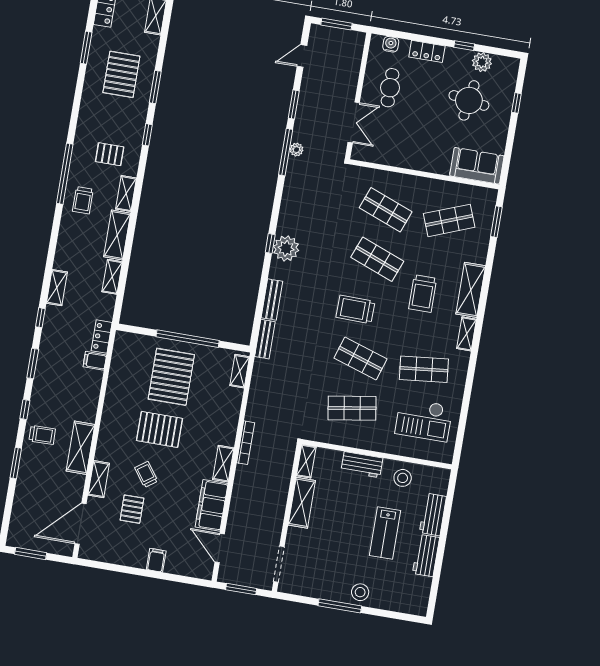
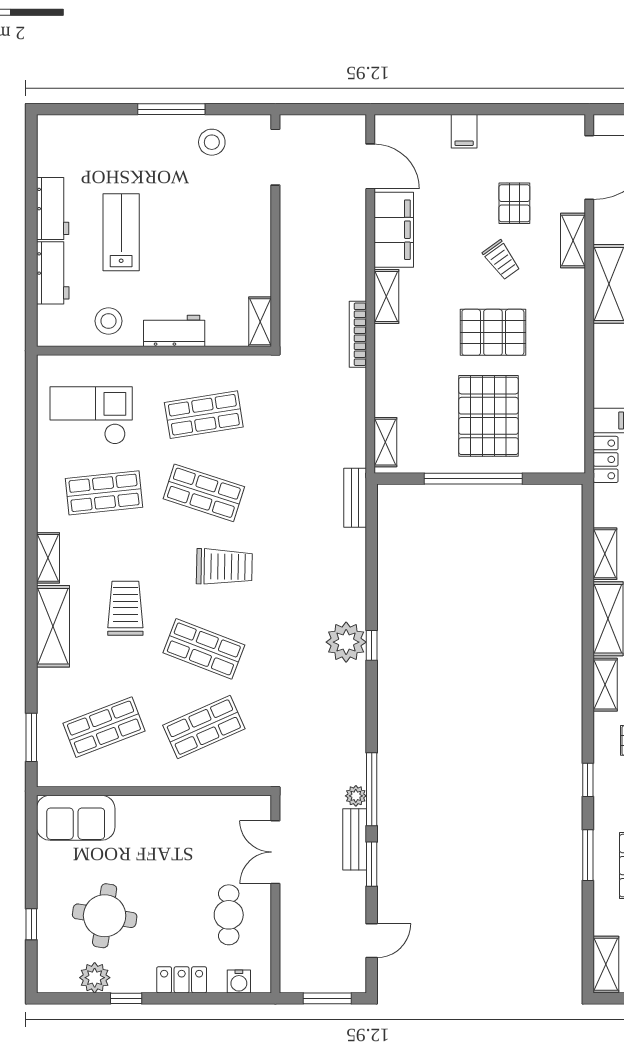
shop shelf: (386, 210) -> (204, 727), turned -45
bench: (272, 300) -> (355, 839), moved
shelving: (302, 503) -> (256, 257), removed
window: (241, 589) -> (327, 109), removed
stool: (360, 592) -> (212, 142), moved

